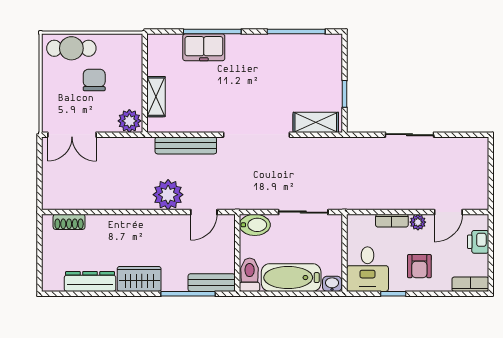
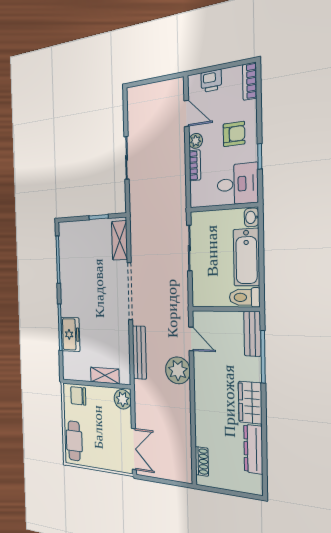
chair: (94, 80) -> (78, 396), moved
bidet: (255, 225) -> (201, 292), removed

